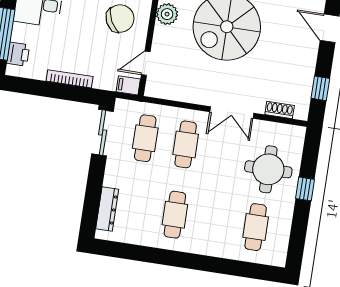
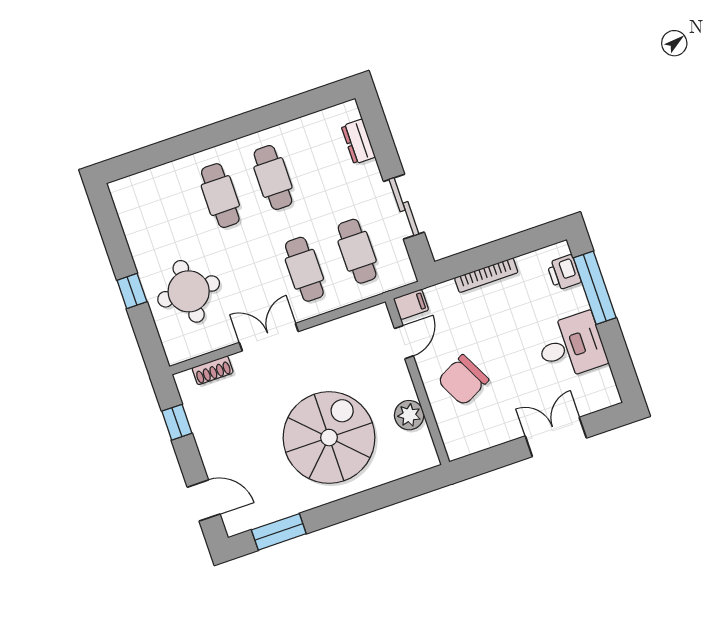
sliding door: (103, 133) -> (404, 207), moved
dresser: (107, 209) -> (358, 142), width x0.70
cafe table: (256, 227) -> (220, 196), moved

